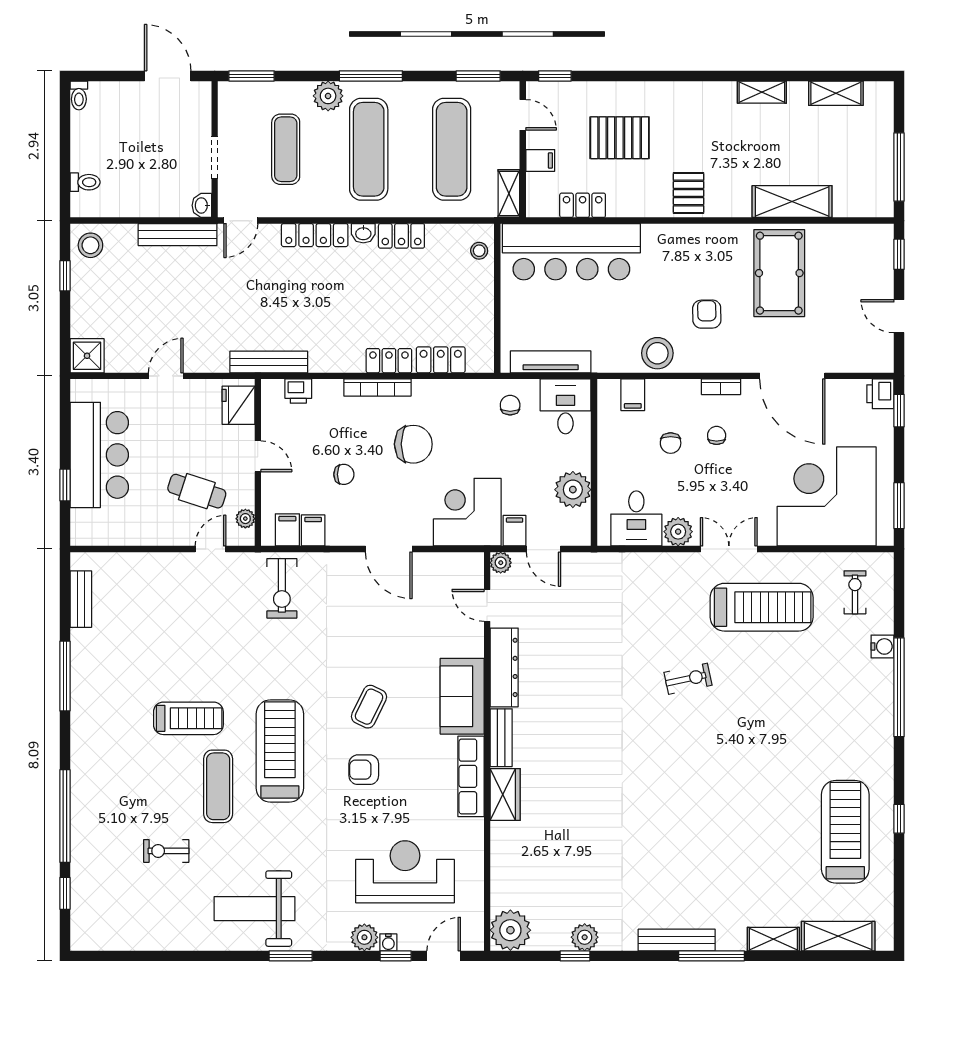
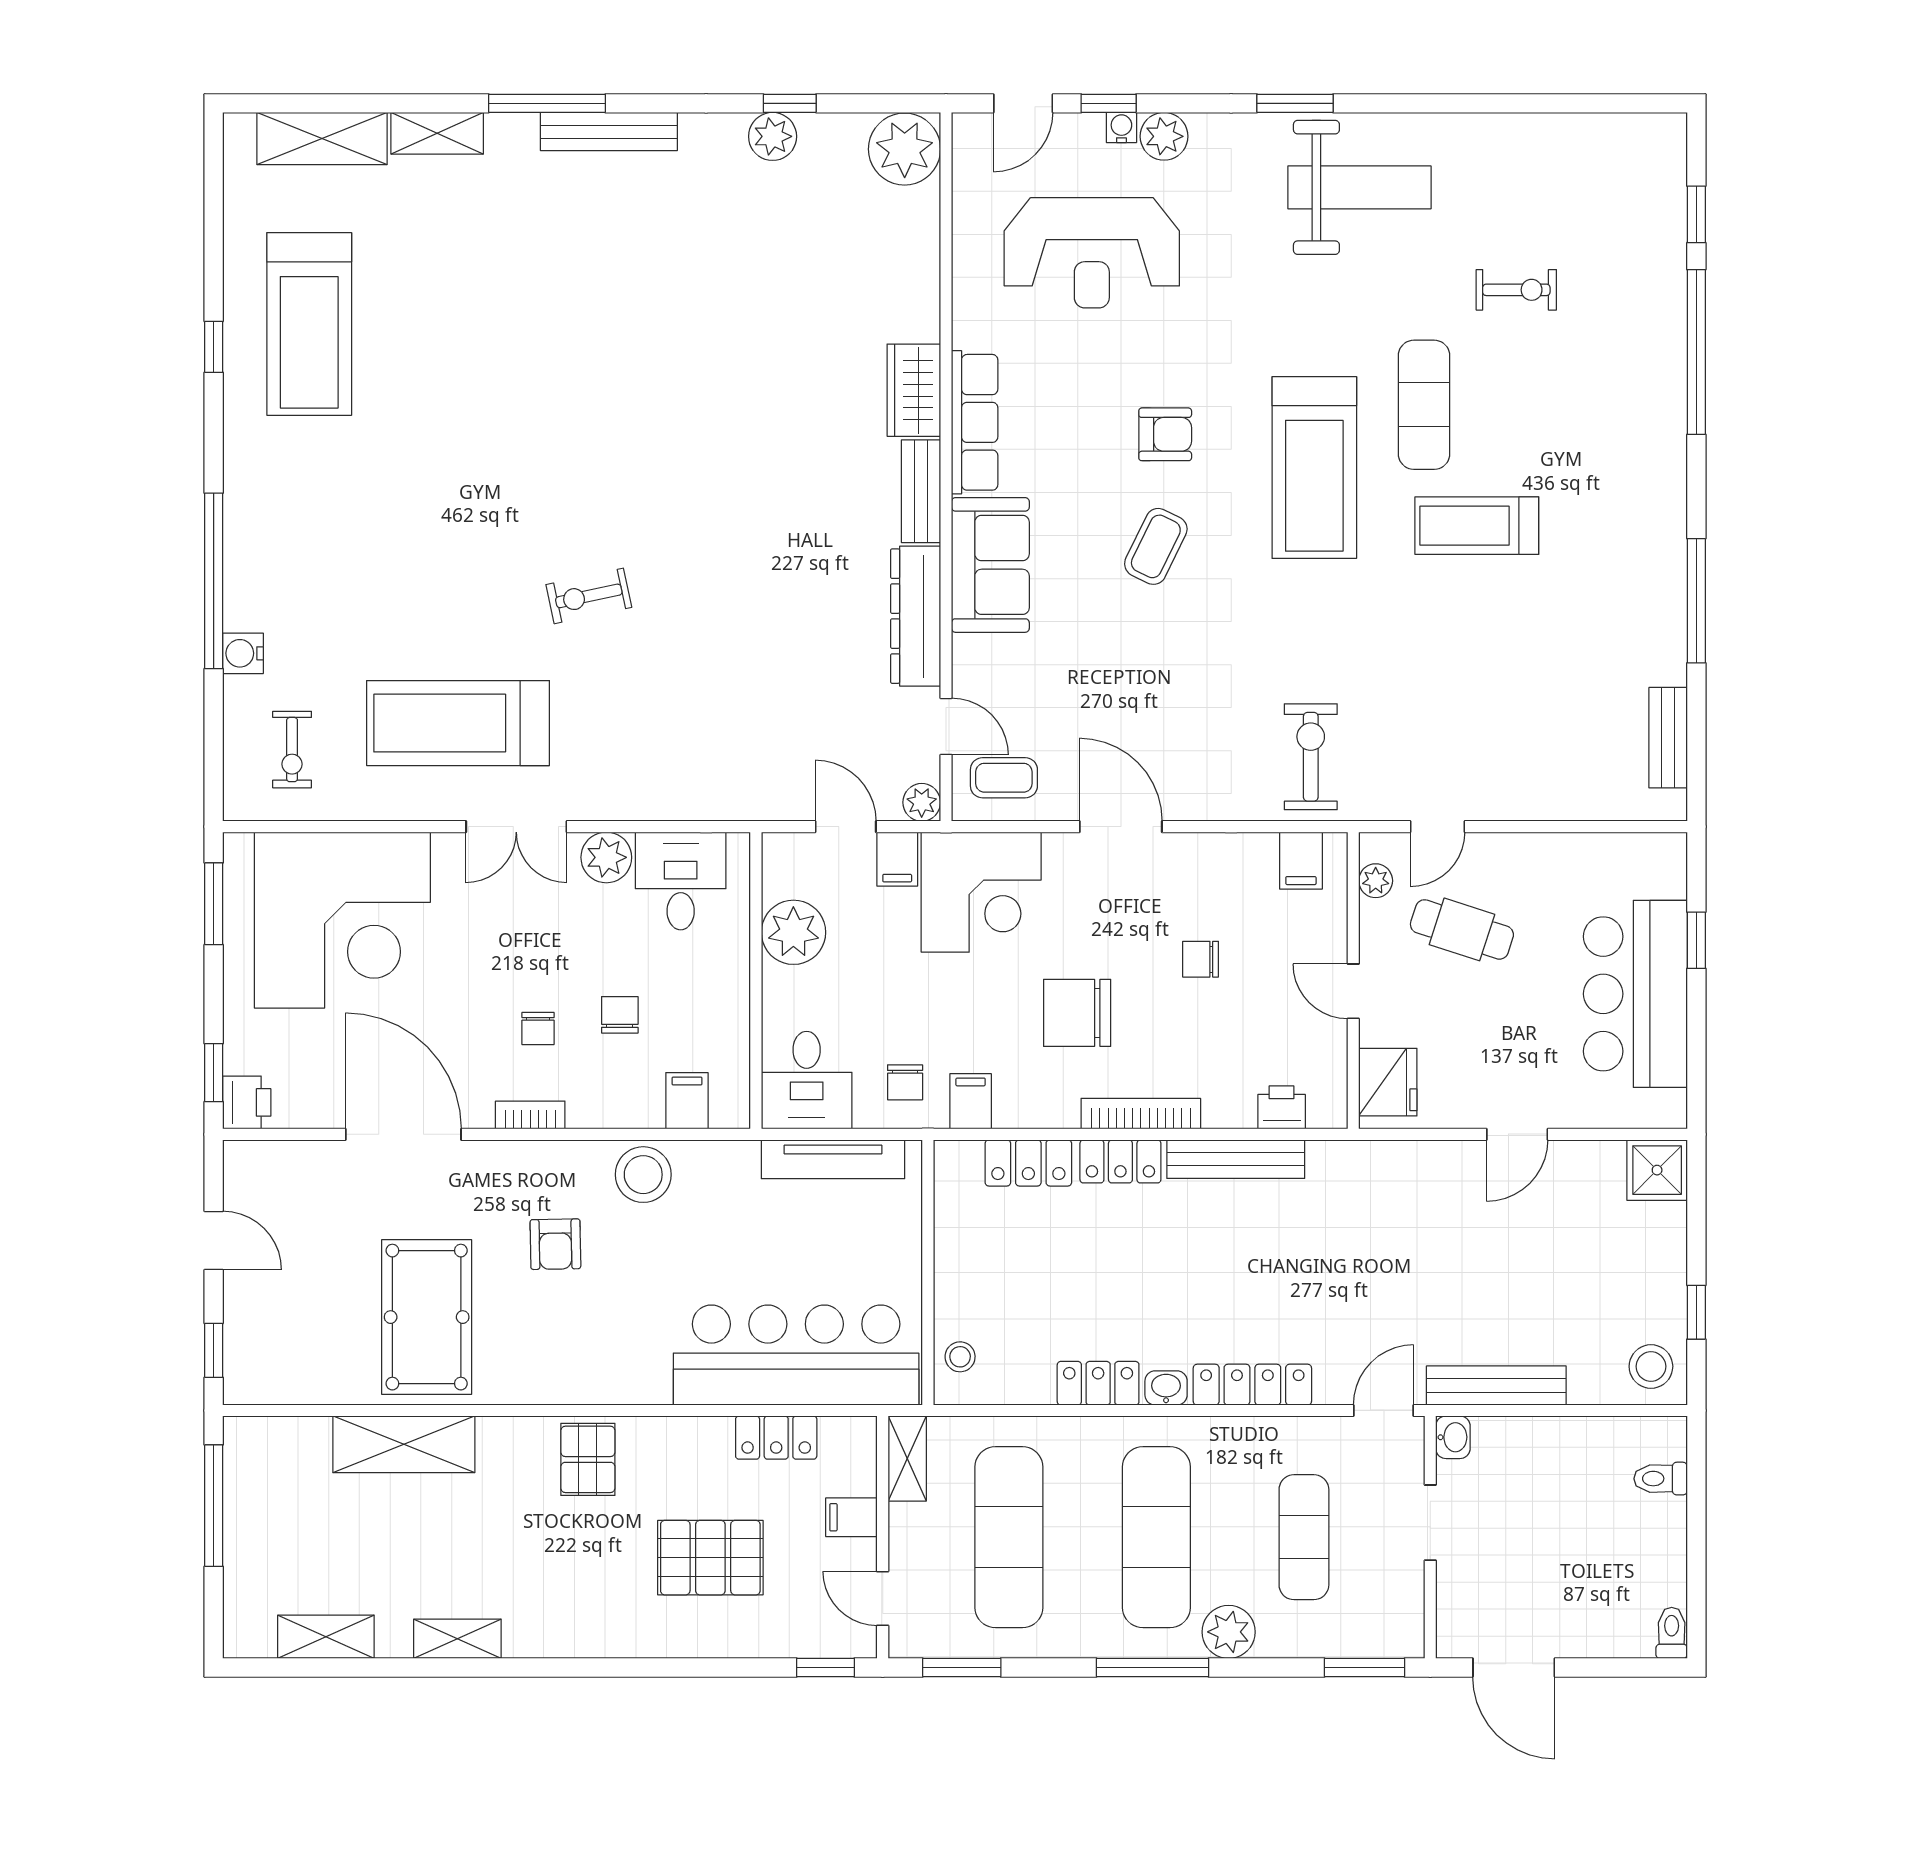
bench: (269, 362) -> (1236, 1159), moved
filing cabinet: (313, 530) -> (971, 1101), moved, turned 180
coffee table: (454, 576) -> (1004, 778), added

